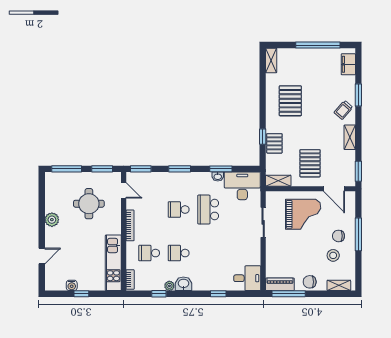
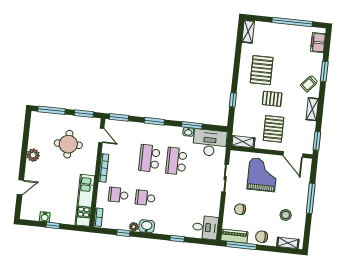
pallet: (274, 143) -> (272, 99), moved, turned 90
school desk: (179, 210) -> (149, 158), width x1.85
grand piano: (303, 214) -> (262, 175), turned -90
chair: (338, 236) -> (240, 209), moved

